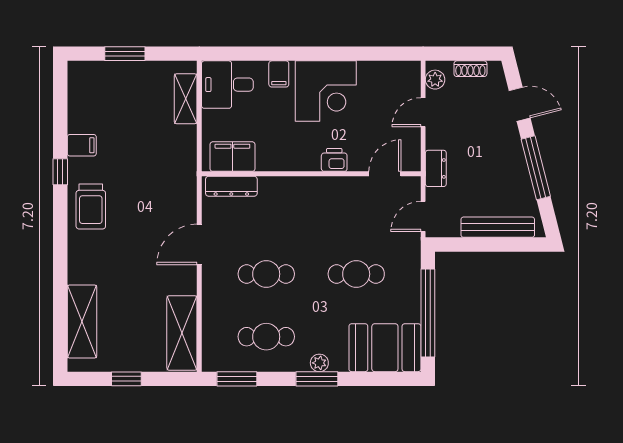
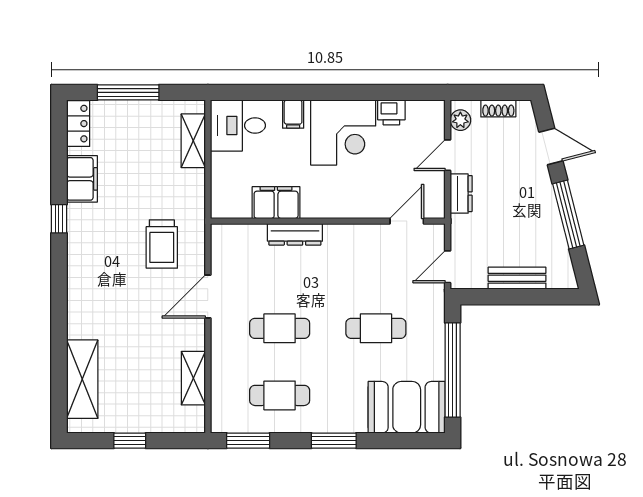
window: (125, 54) -> (128, 92), width x1.44
locker: (78, 83) -> (78, 124), added
filing cabinet: (82, 145) -> (82, 179), width x2.00
filing cabinet: (232, 157) -> (276, 203), moved
printer: (334, 160) -> (391, 112), moved, turned 180
dresser: (436, 168) -> (461, 194), moved
dresser: (231, 186) -> (295, 234), moved
trolley: (91, 206) -> (162, 244), moved
bench: (498, 227) -> (517, 278), width x0.73
shelving: (182, 333) -> (193, 378), width x0.67, depth x0.75
plant: (319, 363) -> (336, 424), removed

